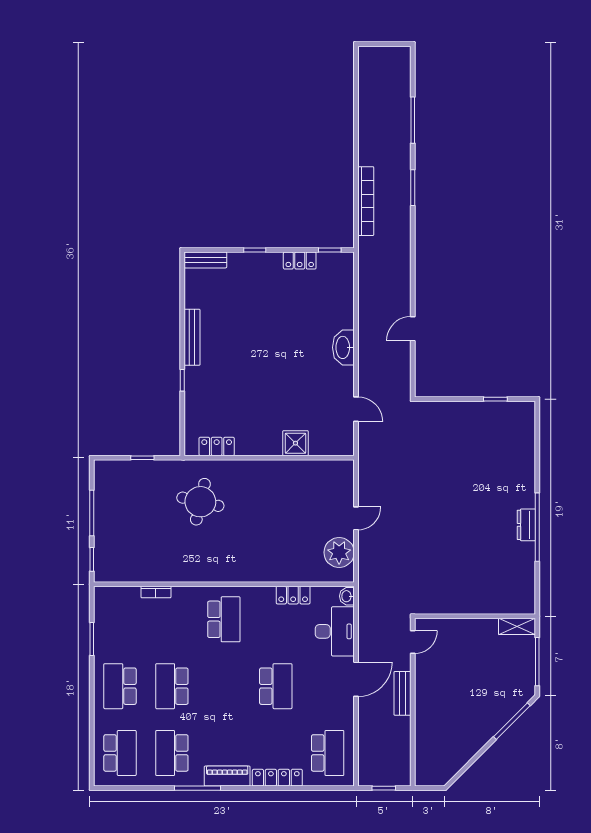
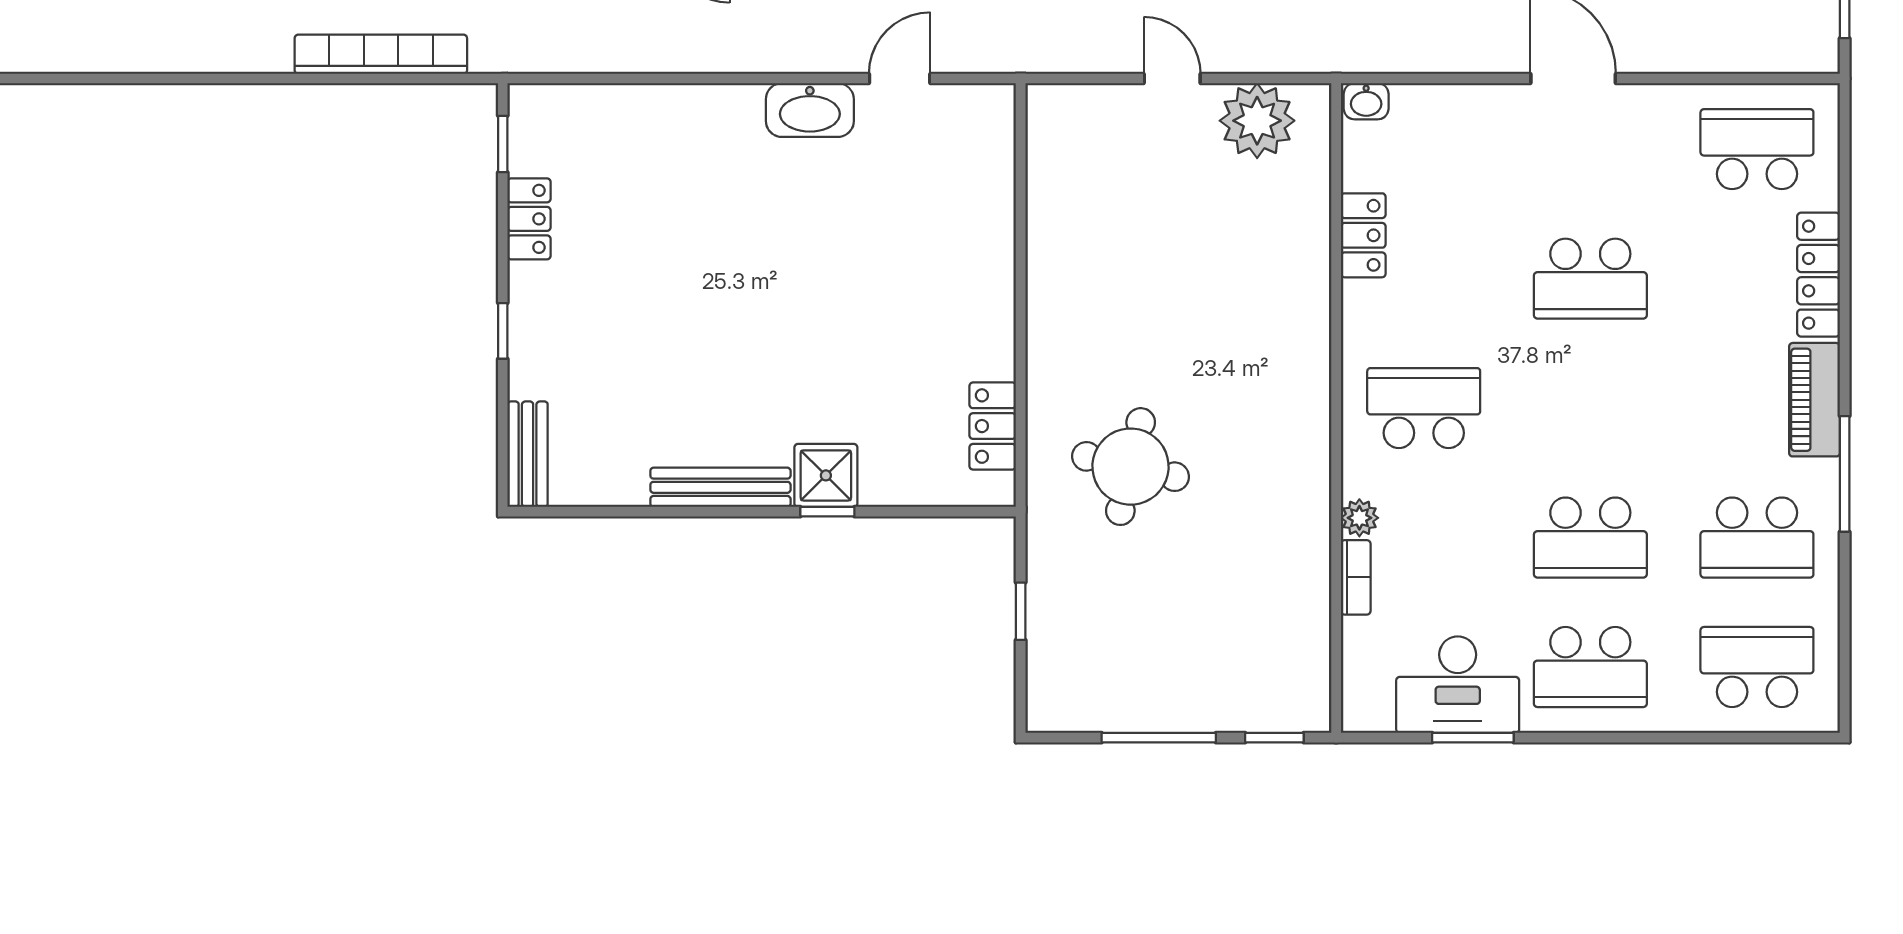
washbasin: (343, 347) -> (810, 110), moved
shower: (295, 443) -> (826, 475), moved
plant: (180, 594) -> (1359, 518), added
desk: (335, 631) -> (1458, 685), moved, turned 180
school desk: (276, 686) -> (1590, 279), turned 180

